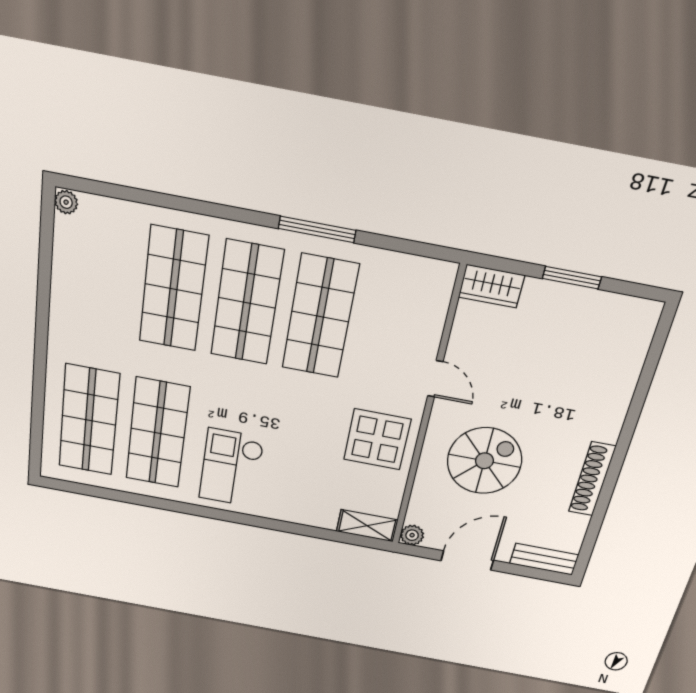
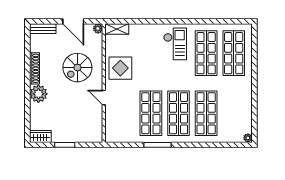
wardrobe: (492, 286) -> (40, 137), moved
plant: (601, 419) -> (38, 94), added
door: (467, 560) -> (73, 21), hinge flipped

